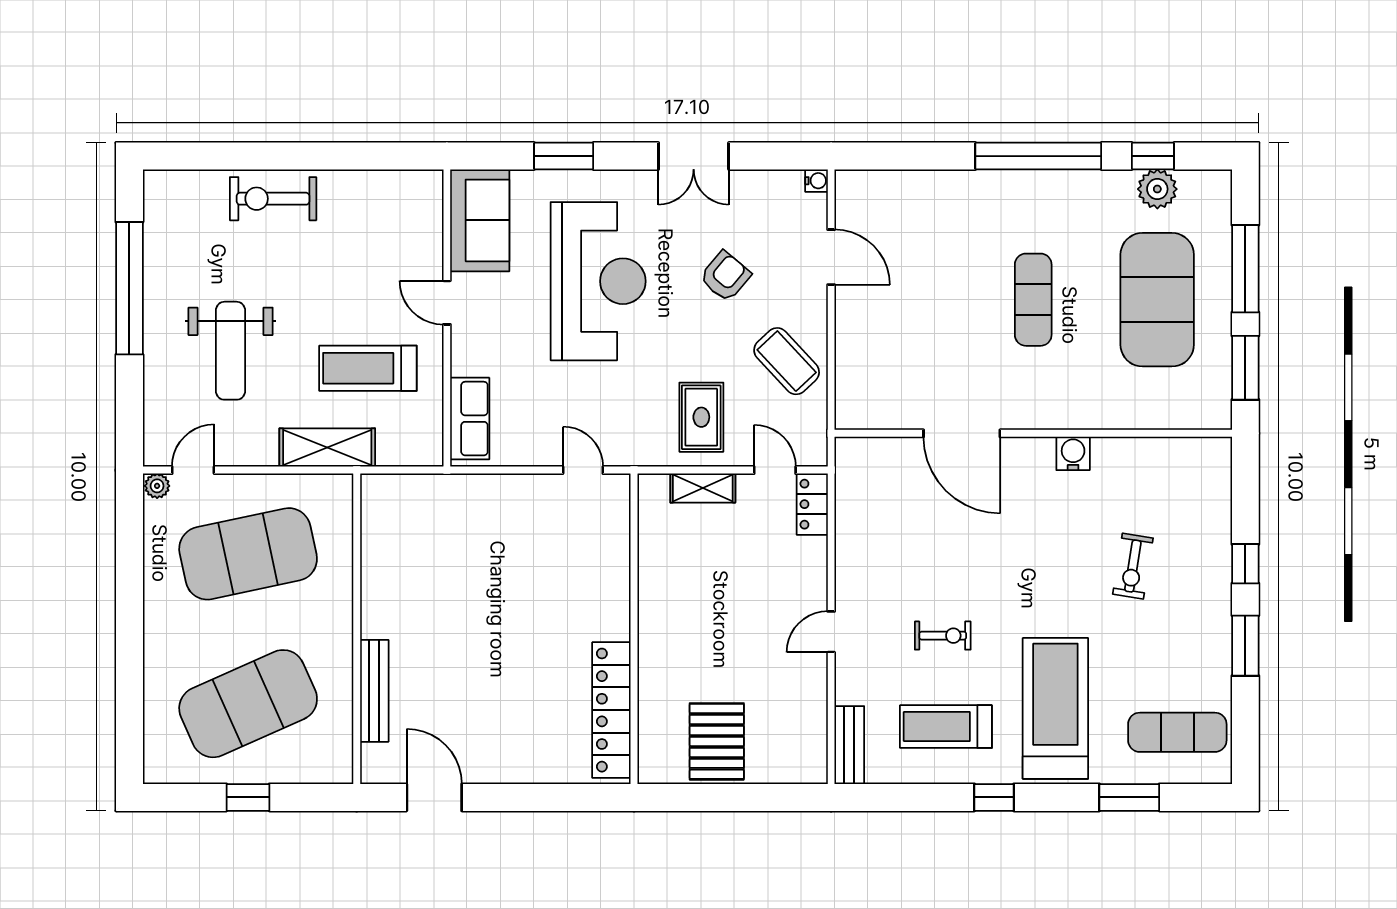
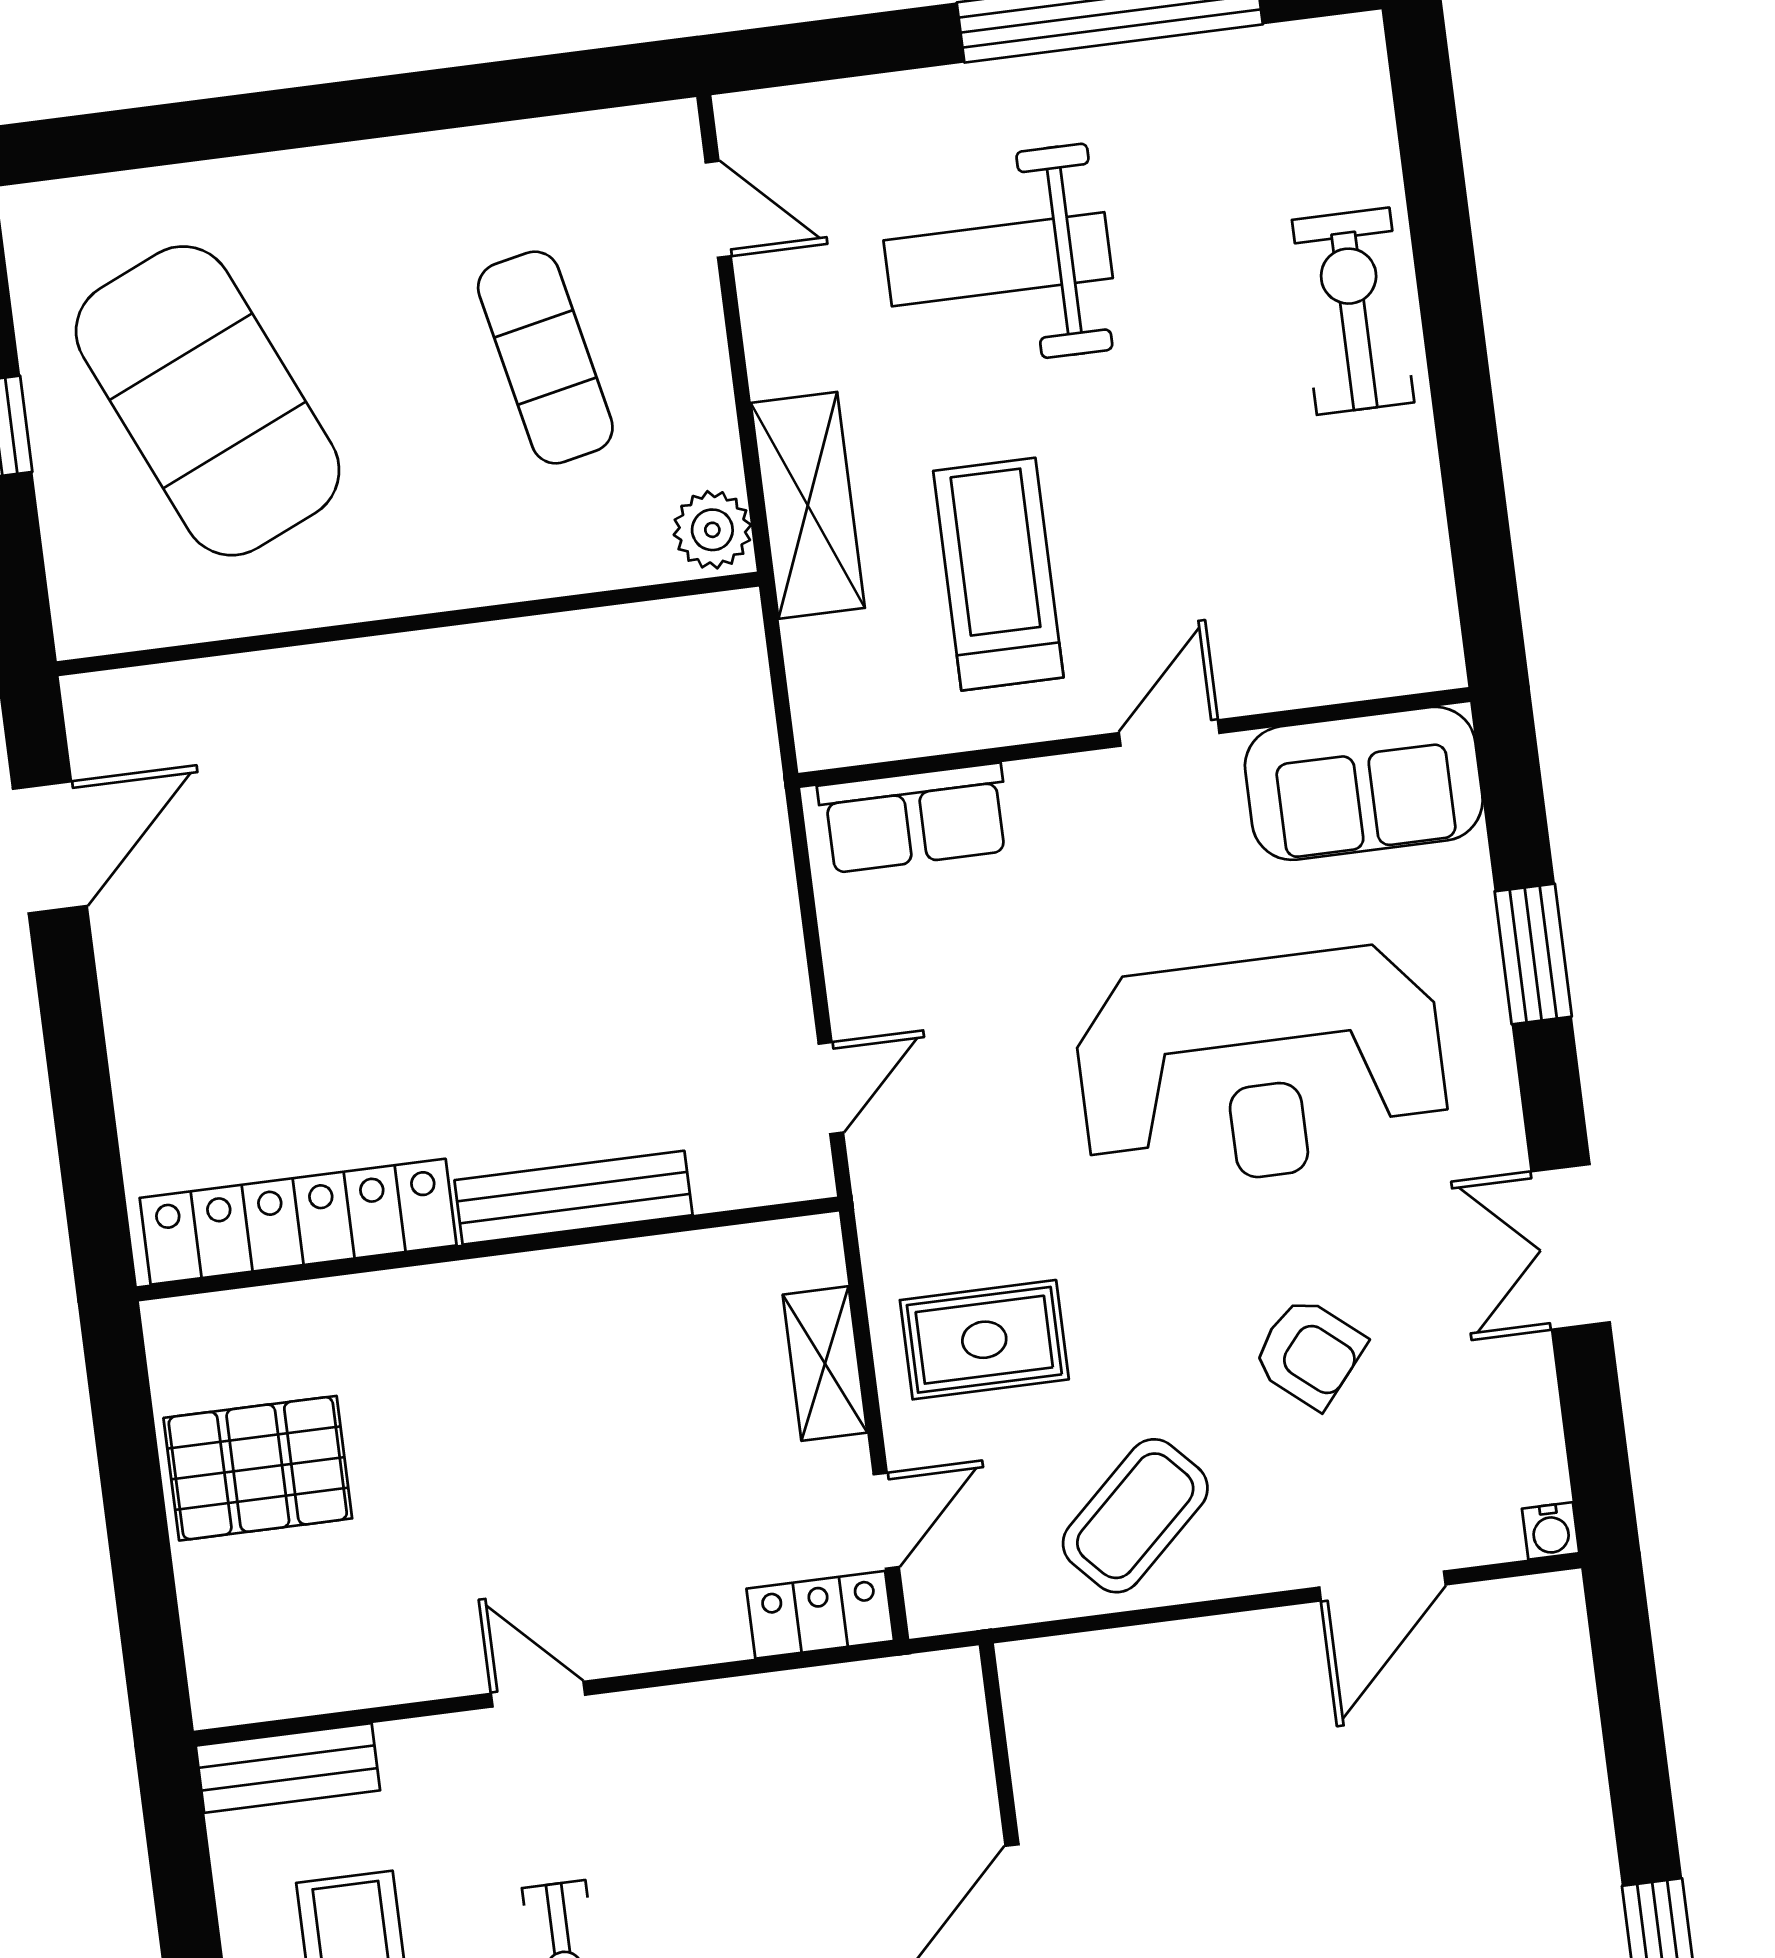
plant: (157, 486) -> (712, 530), moved, width x1.38, depth x1.38
exercise mat: (248, 554) -> (545, 358), width x0.50, depth x0.69
bench: (374, 691) -> (574, 1198), moved

